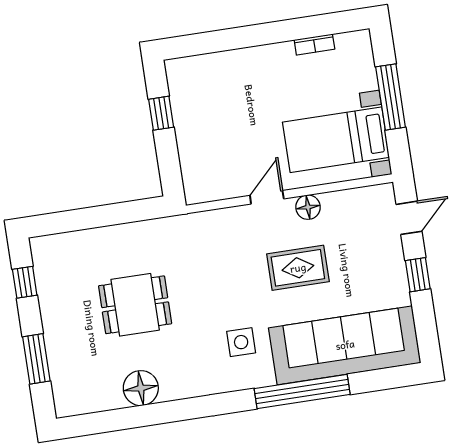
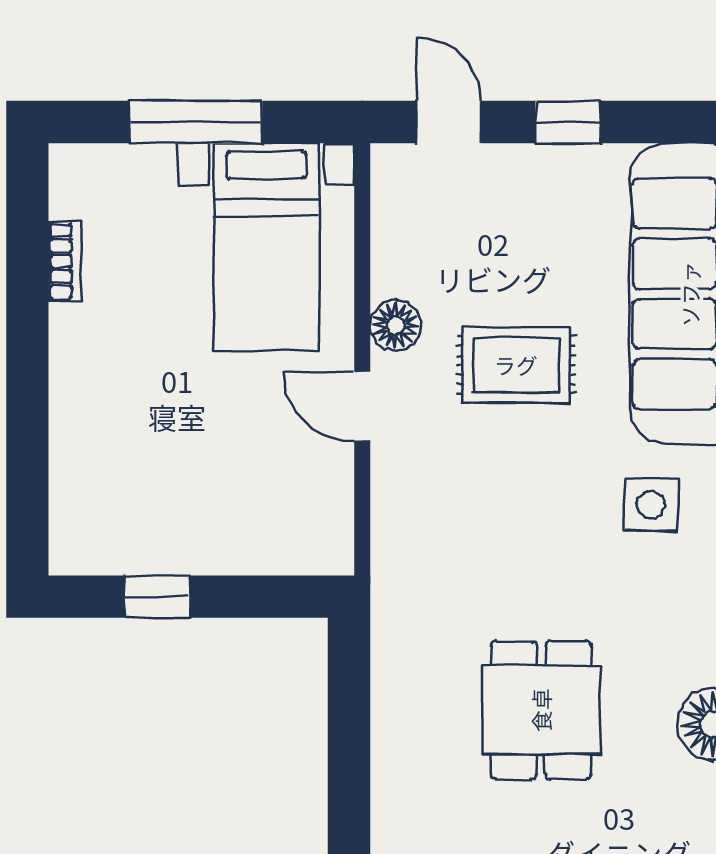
rug: (298, 268) -> (516, 365), turned 90

